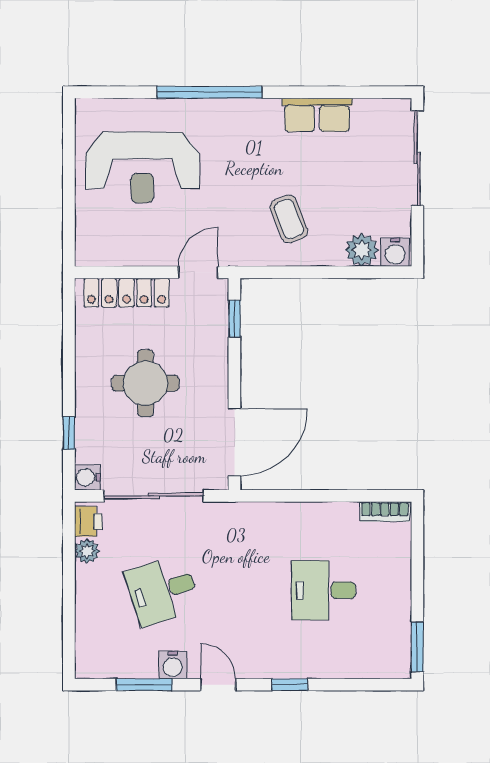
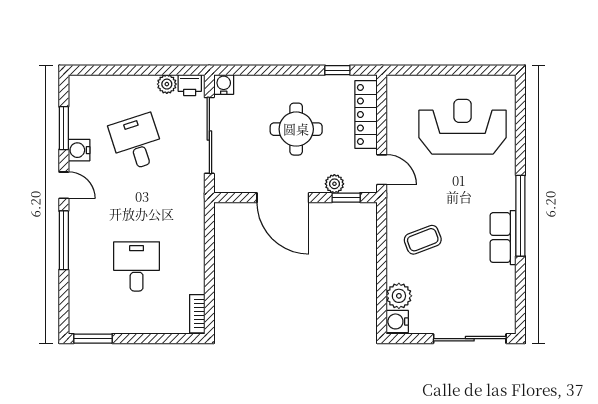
window: (209, 92) -> (520, 216), moved
row of seats: (317, 115) -> (503, 238), moved
reception desk: (142, 167) -> (463, 127), turned 90
plant: (216, 334) -> (334, 184), added
window: (69, 433) -> (337, 70), moved
door: (234, 442) -> (283, 198), moved
door: (218, 685) -> (64, 185), hinge flipped
window: (290, 685) -> (64, 240), width x2.17

